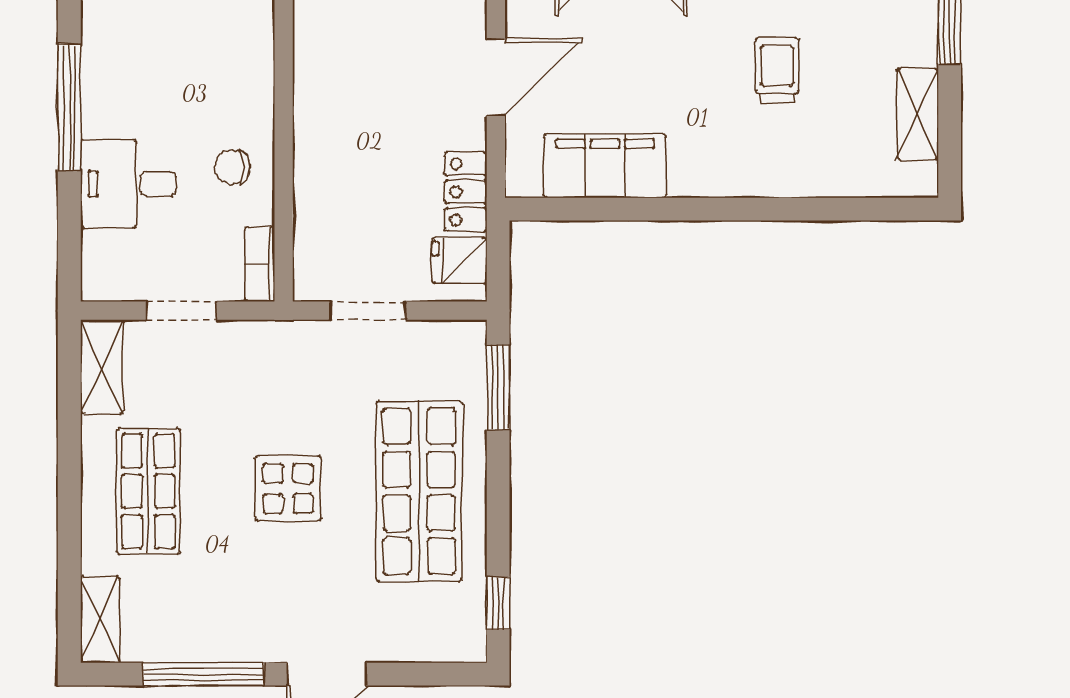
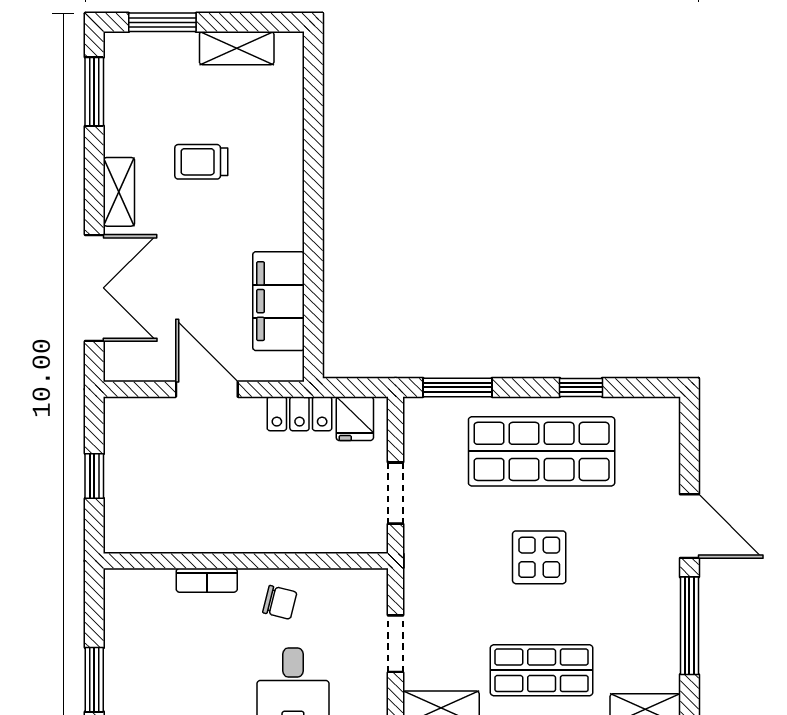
chair: (232, 167) -> (280, 602), turned -76
bookcase: (260, 264) -> (207, 580), moved
window: (498, 603) -> (581, 387), moved

